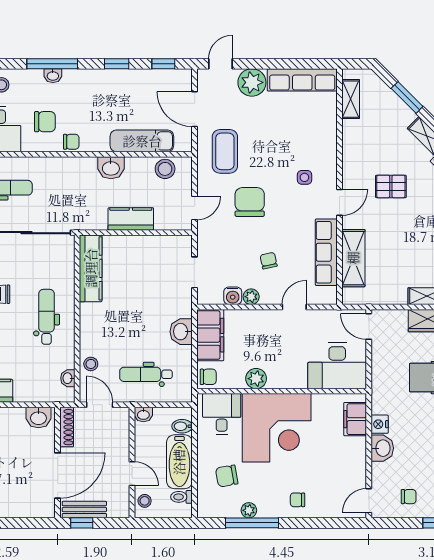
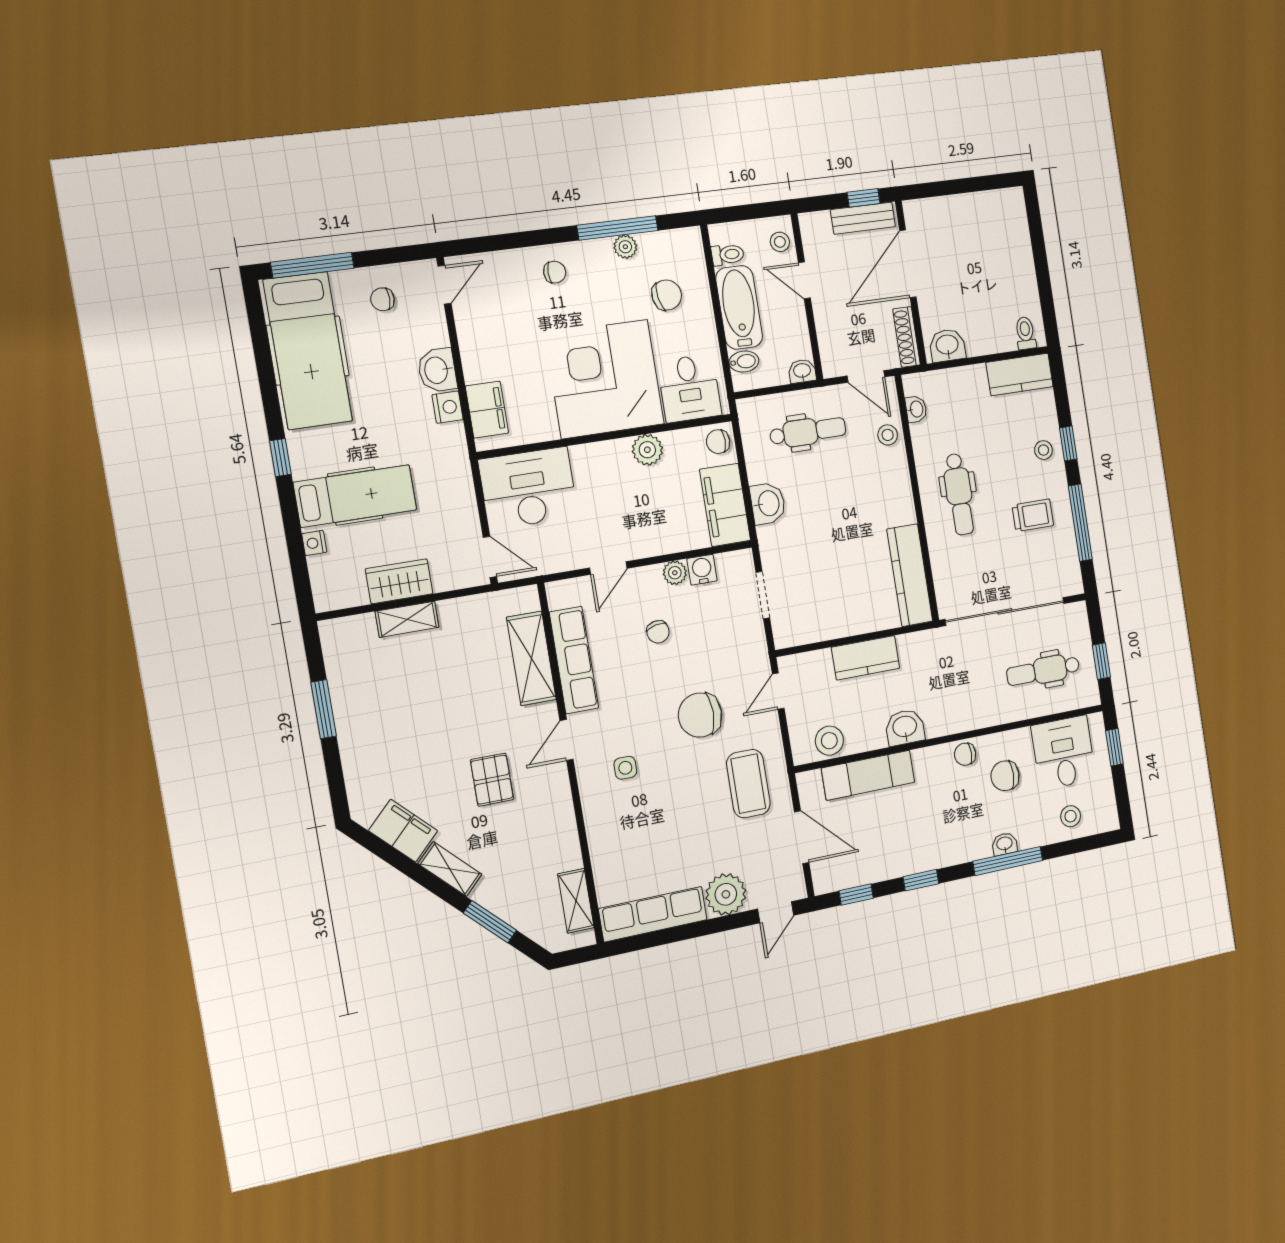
pallet: (391, 186) -> (492, 780), turned 90
chair: (250, 202) -> (700, 715), turned 90

